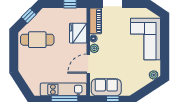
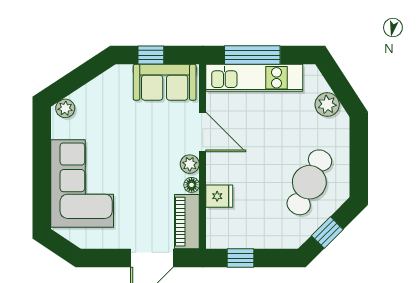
fridge: (78, 33) -> (219, 196), width x0.53, depth x0.75
cafe table: (37, 40) -> (309, 182), turned -64
door: (88, 64) -> (203, 132), hinge flipped
plant: (29, 77) -> (327, 105), added

